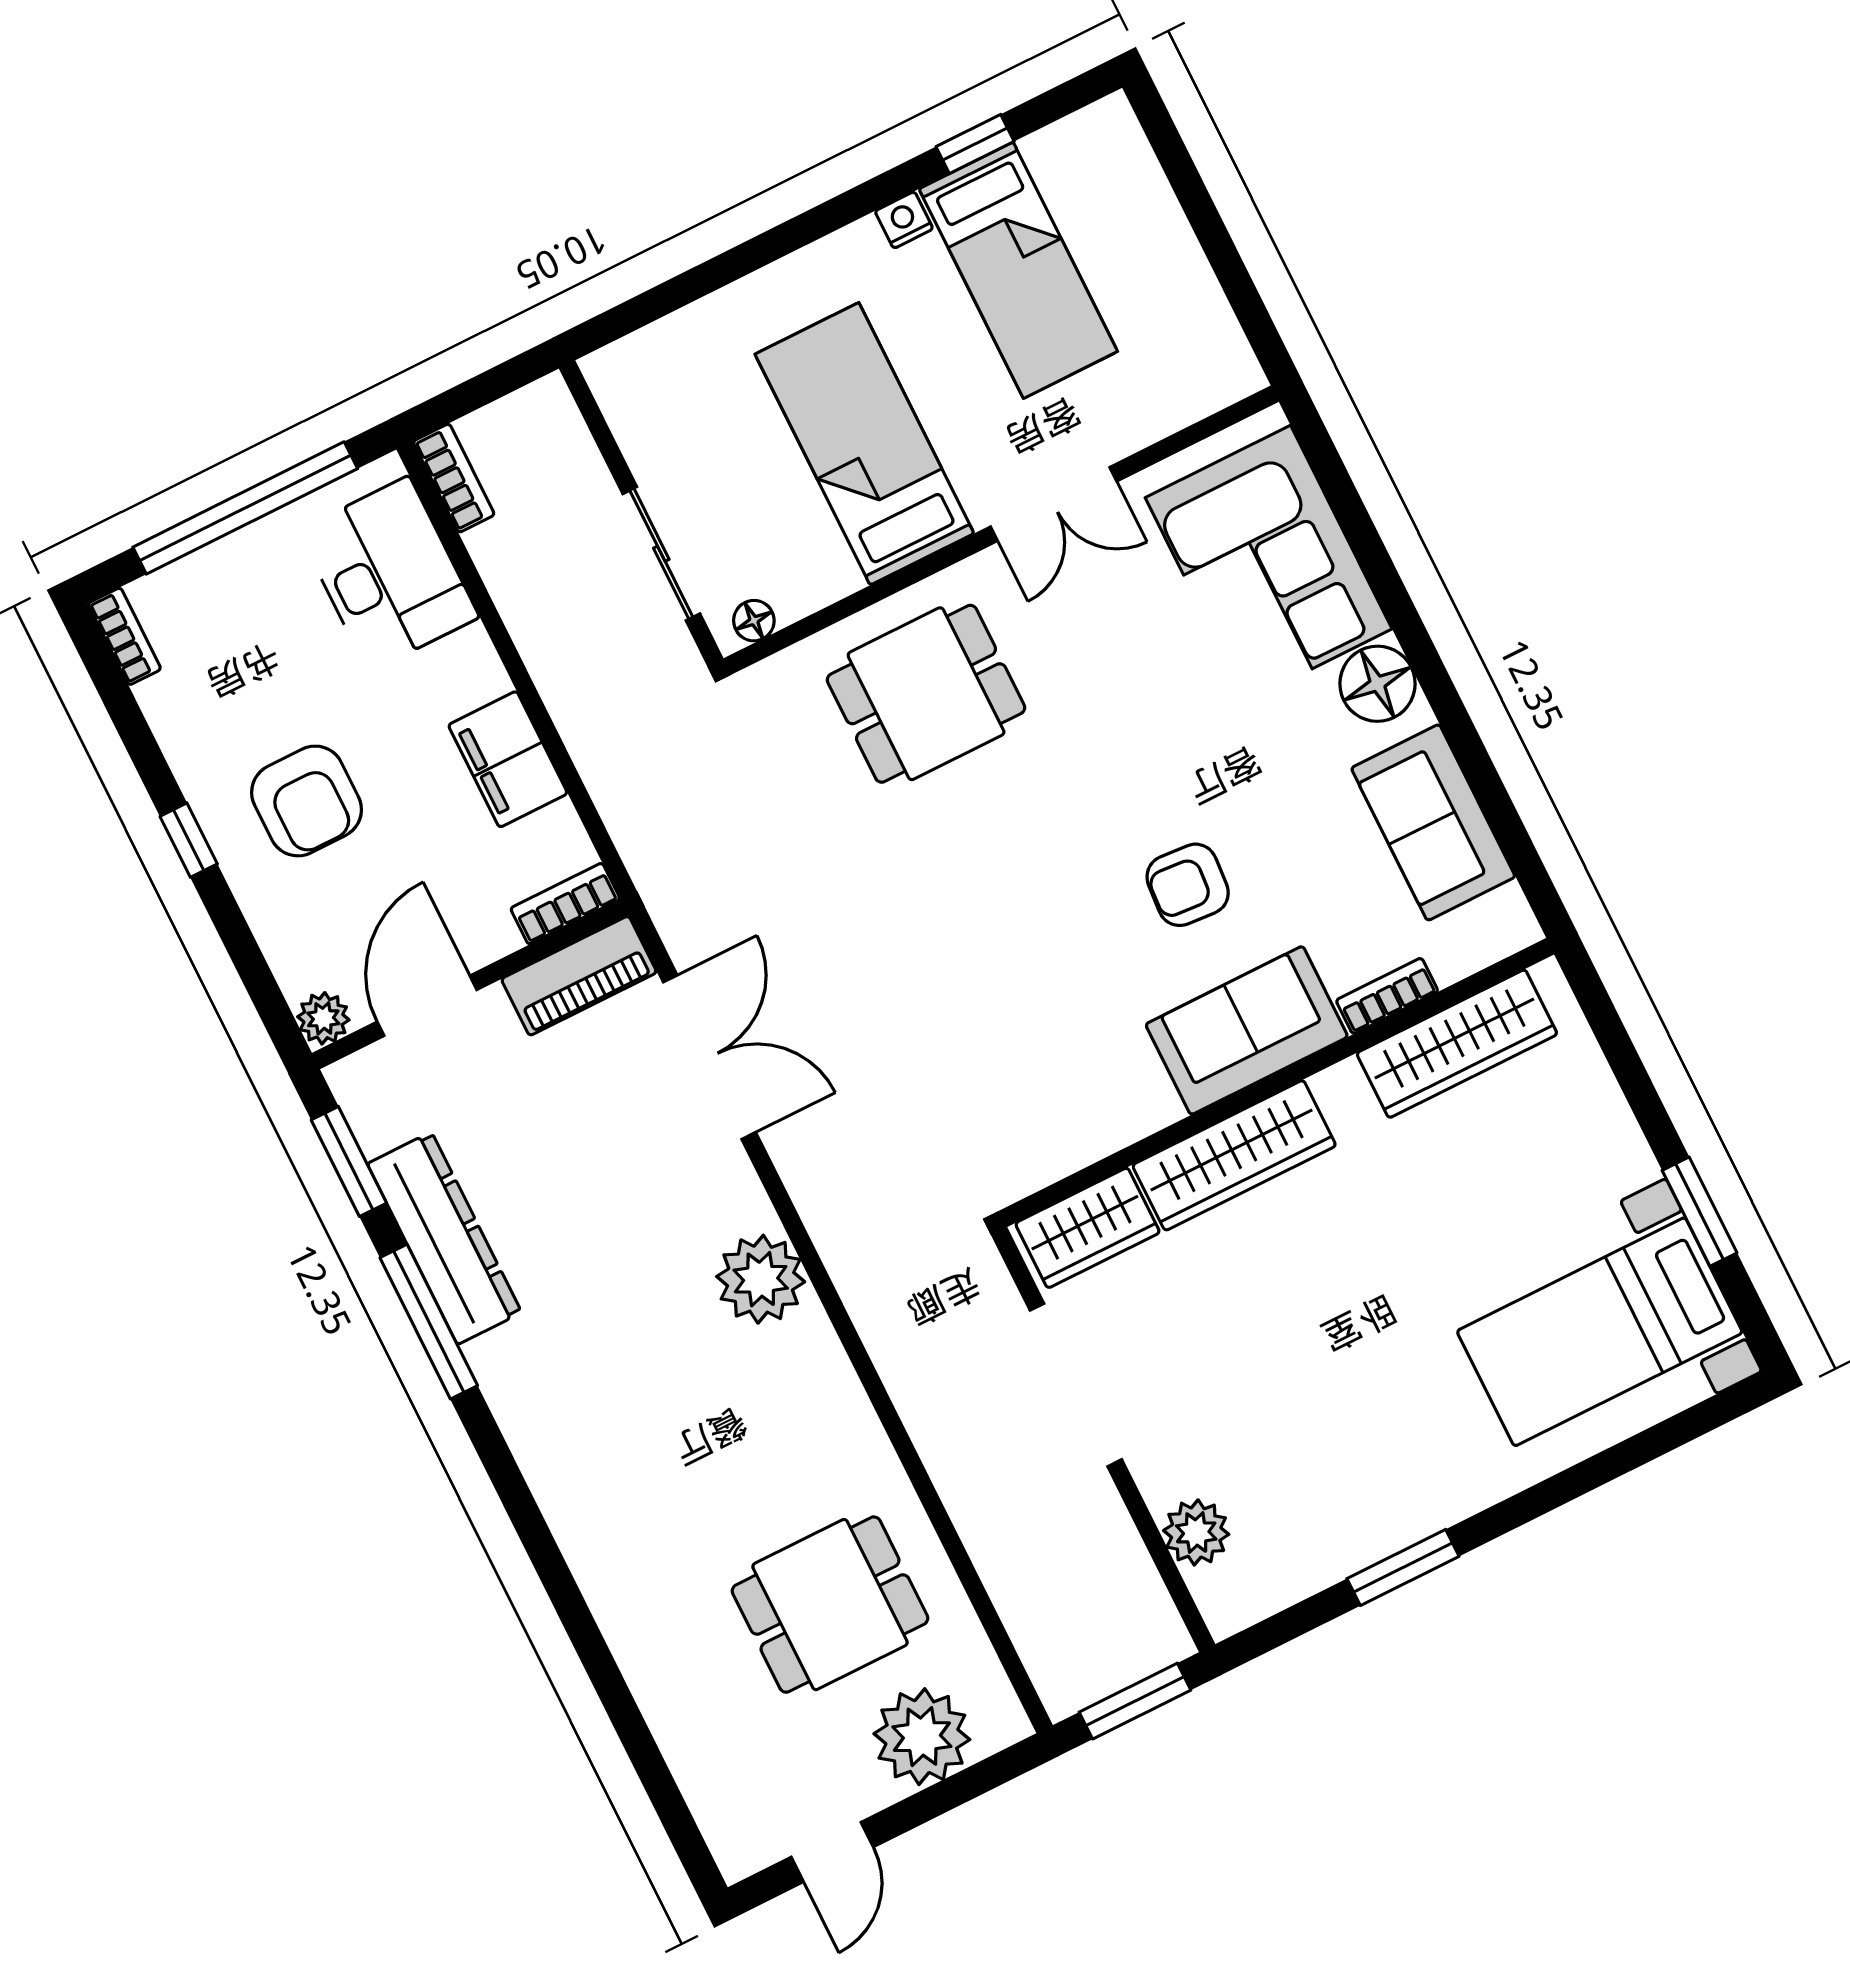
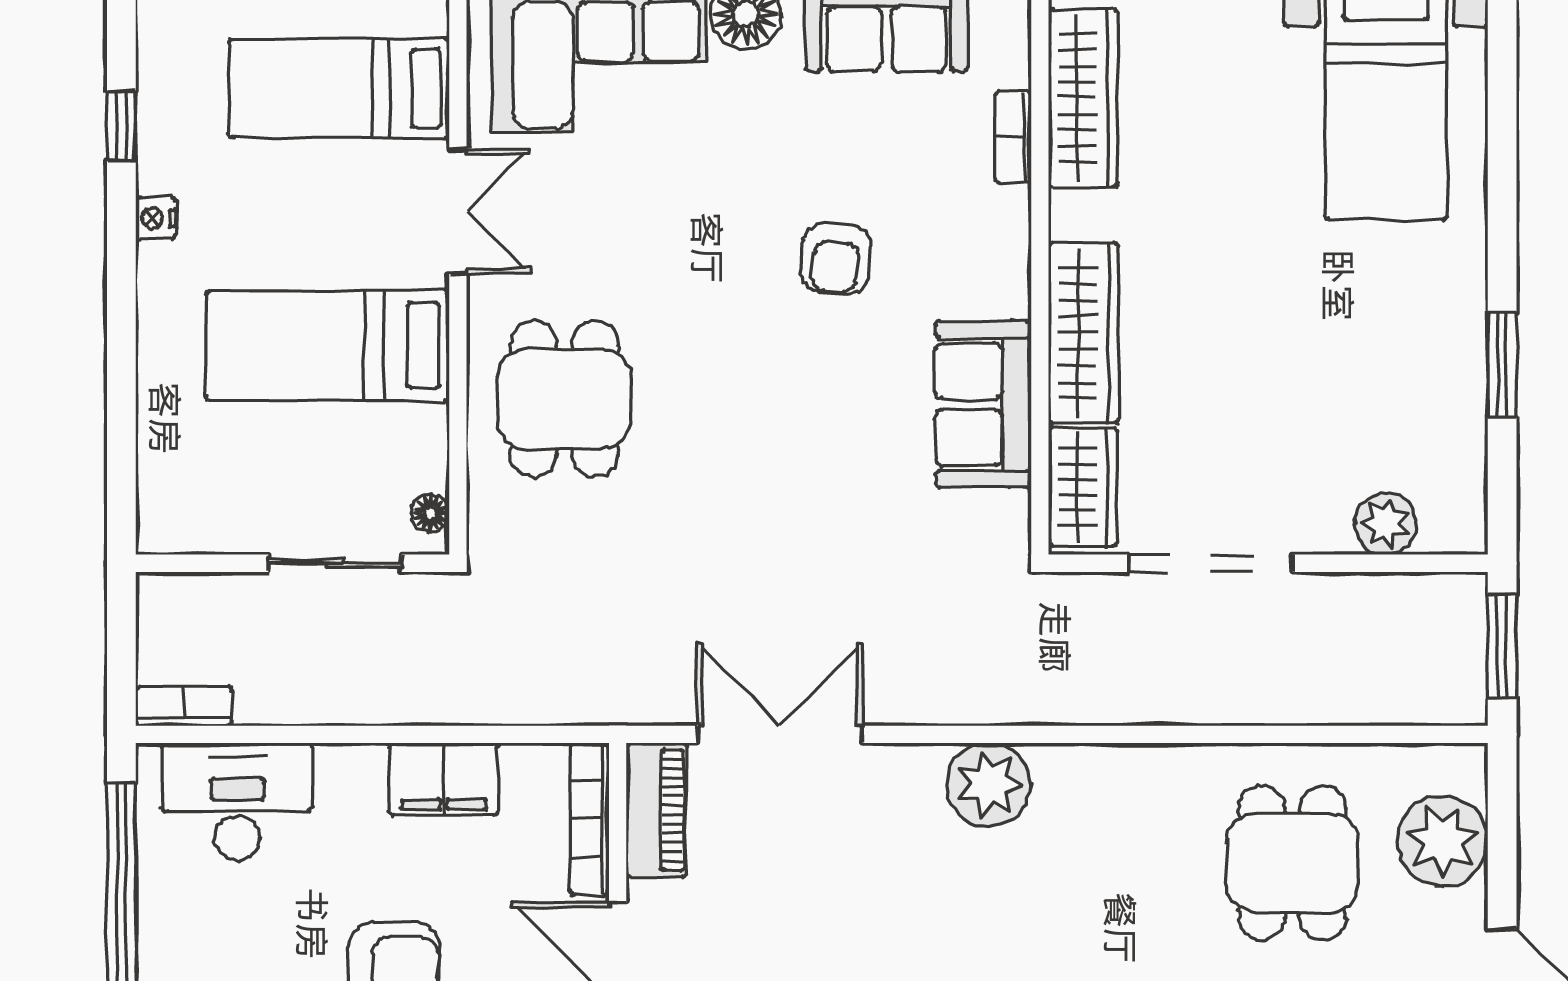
bed: (1018, 270) -> (339, 89), moved, turned 180
bookcase: (565, 904) -> (590, 819), width x1.56
sofa: (1247, 1030) -> (983, 404), moved

